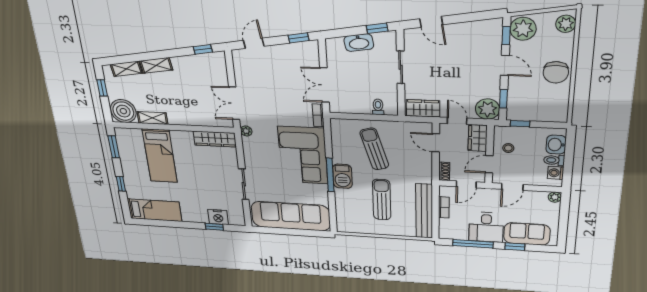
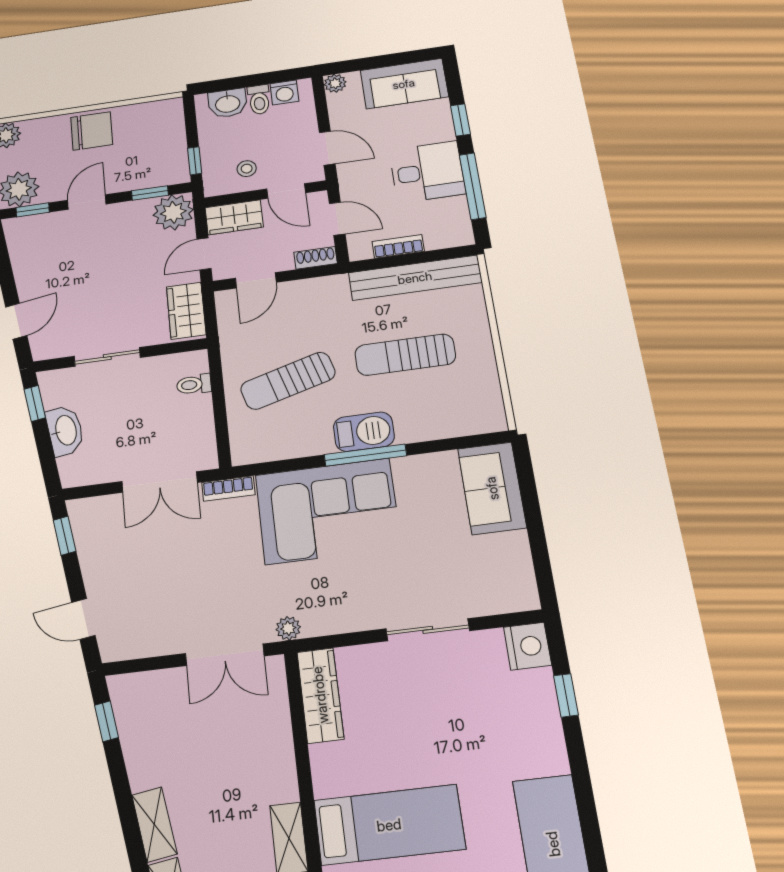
sofa: (291, 216) -> (492, 488), width x0.54, depth x0.79
nightstand: (218, 217) -> (528, 646), moved
sofa: (527, 234) -> (404, 84), moved, turned -90

